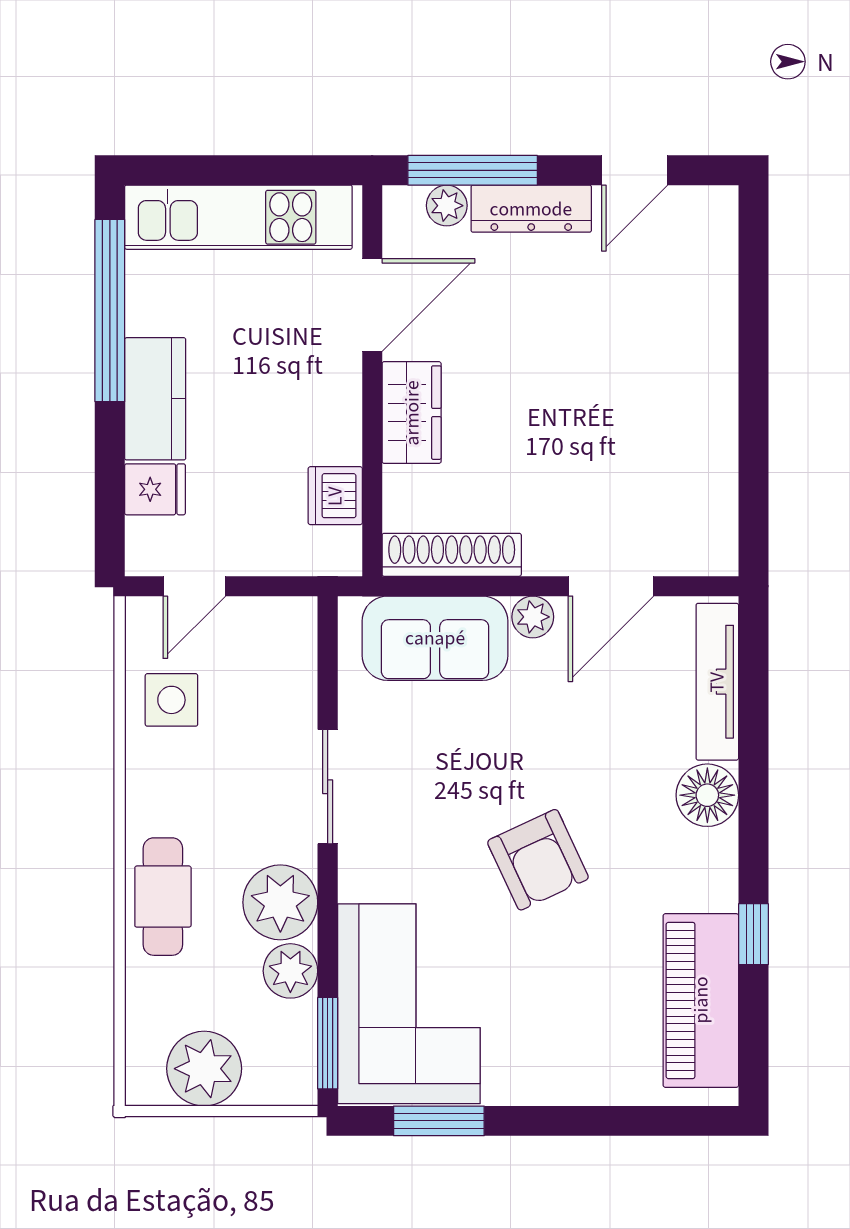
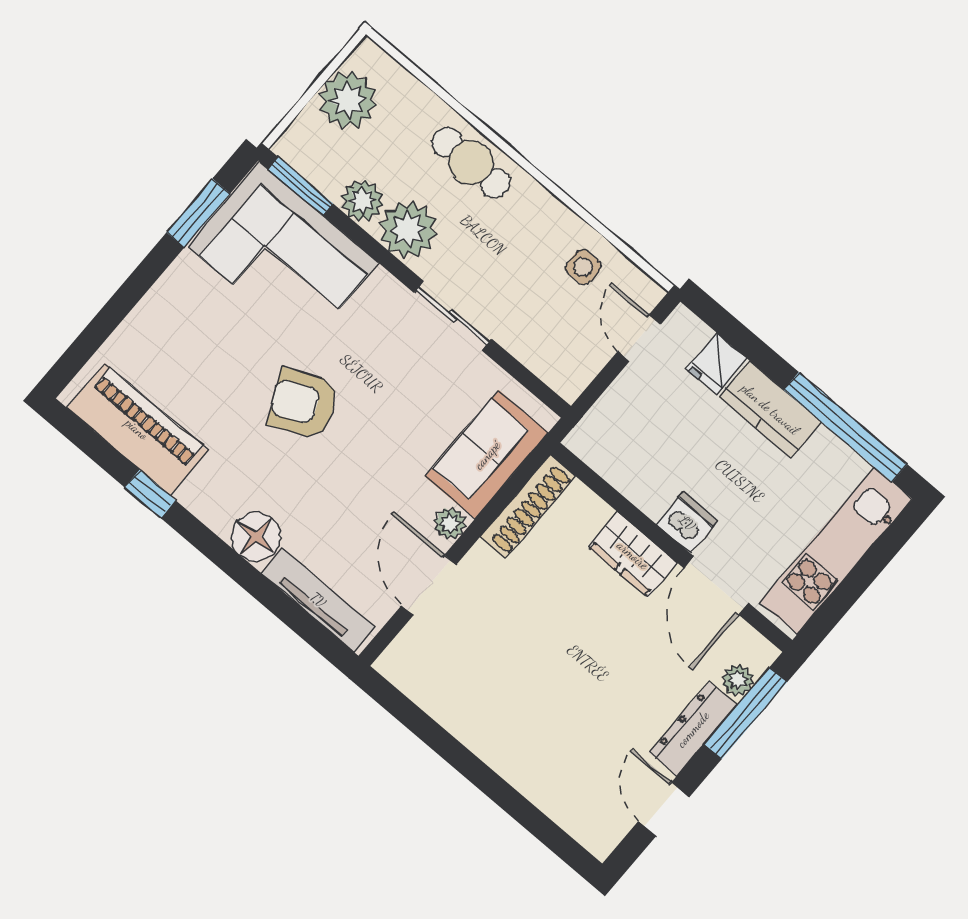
dishwasher: (335, 496) -> (687, 523), moved
side table: (171, 700) -> (583, 267), width x0.73, depth x0.73

